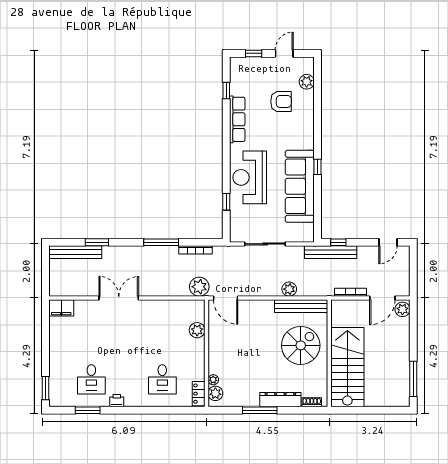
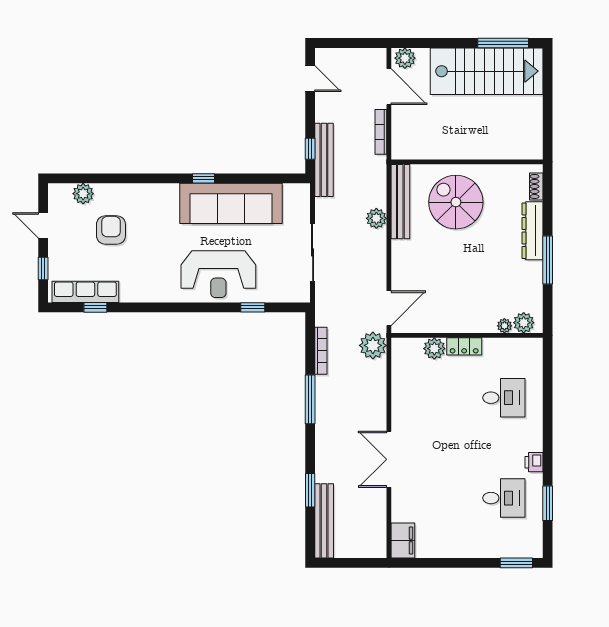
row of seats: (237, 119) -> (85, 292), moved
stairs: (347, 367) -> (487, 71), moved, turned 180
locker: (199, 394) -> (464, 346), moved

